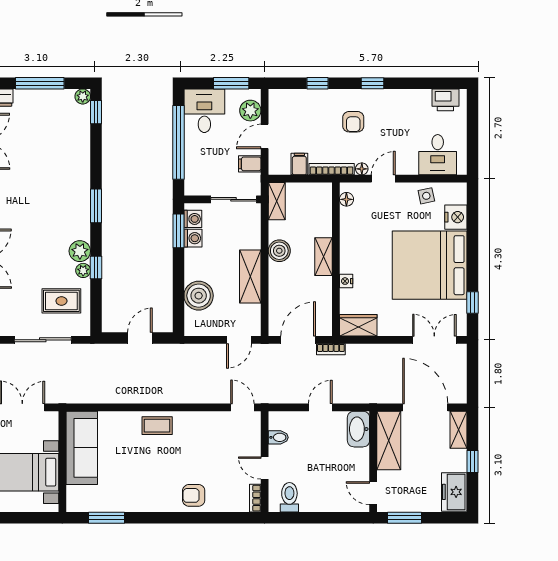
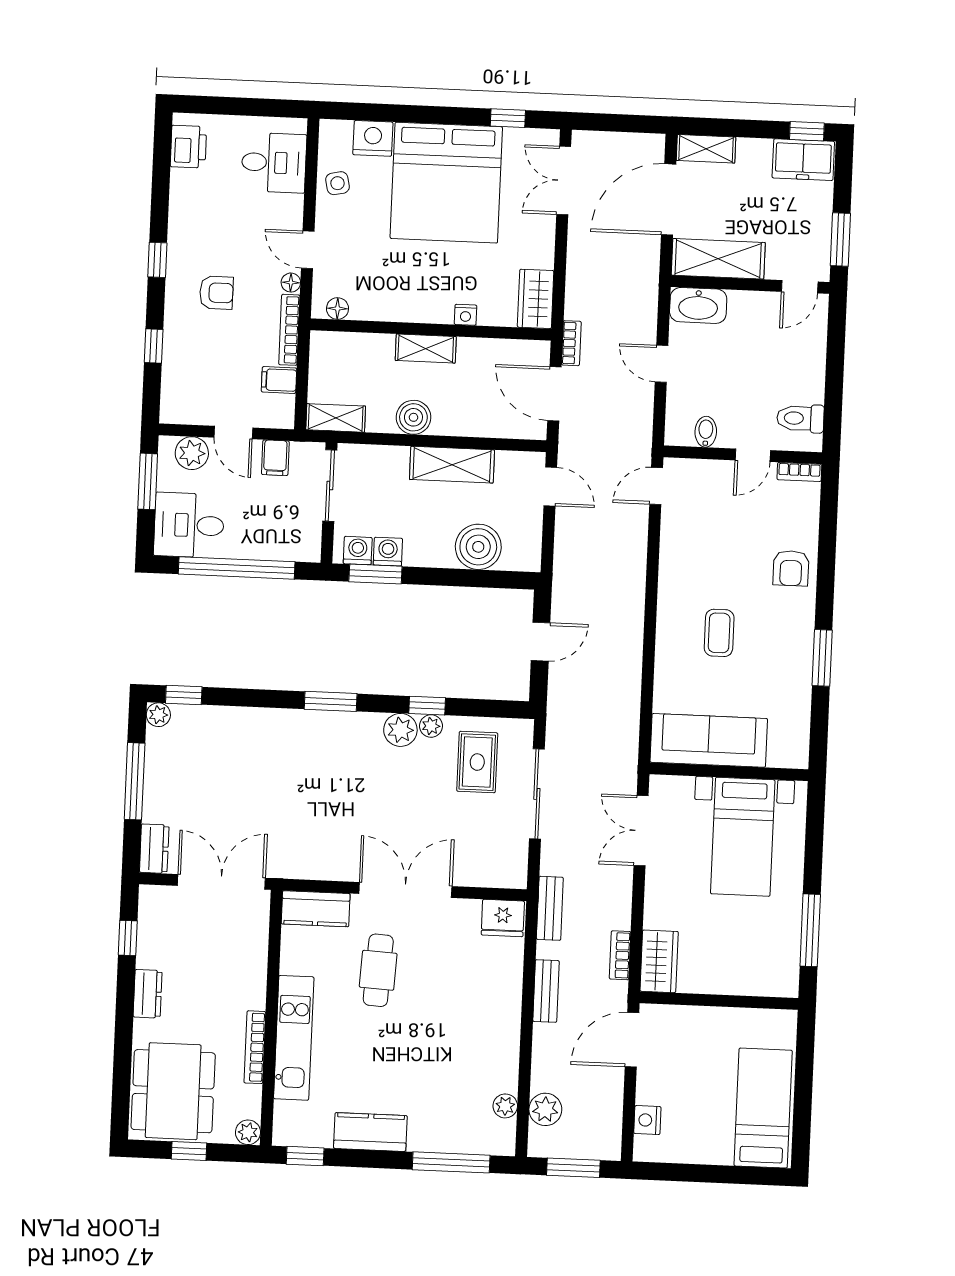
door: (140, 338) -> (541, 642), swing flipped
coffee table: (157, 426) -> (719, 633), moved
window: (473, 461) -> (807, 131), moved
window: (107, 518) -> (822, 658), moved

